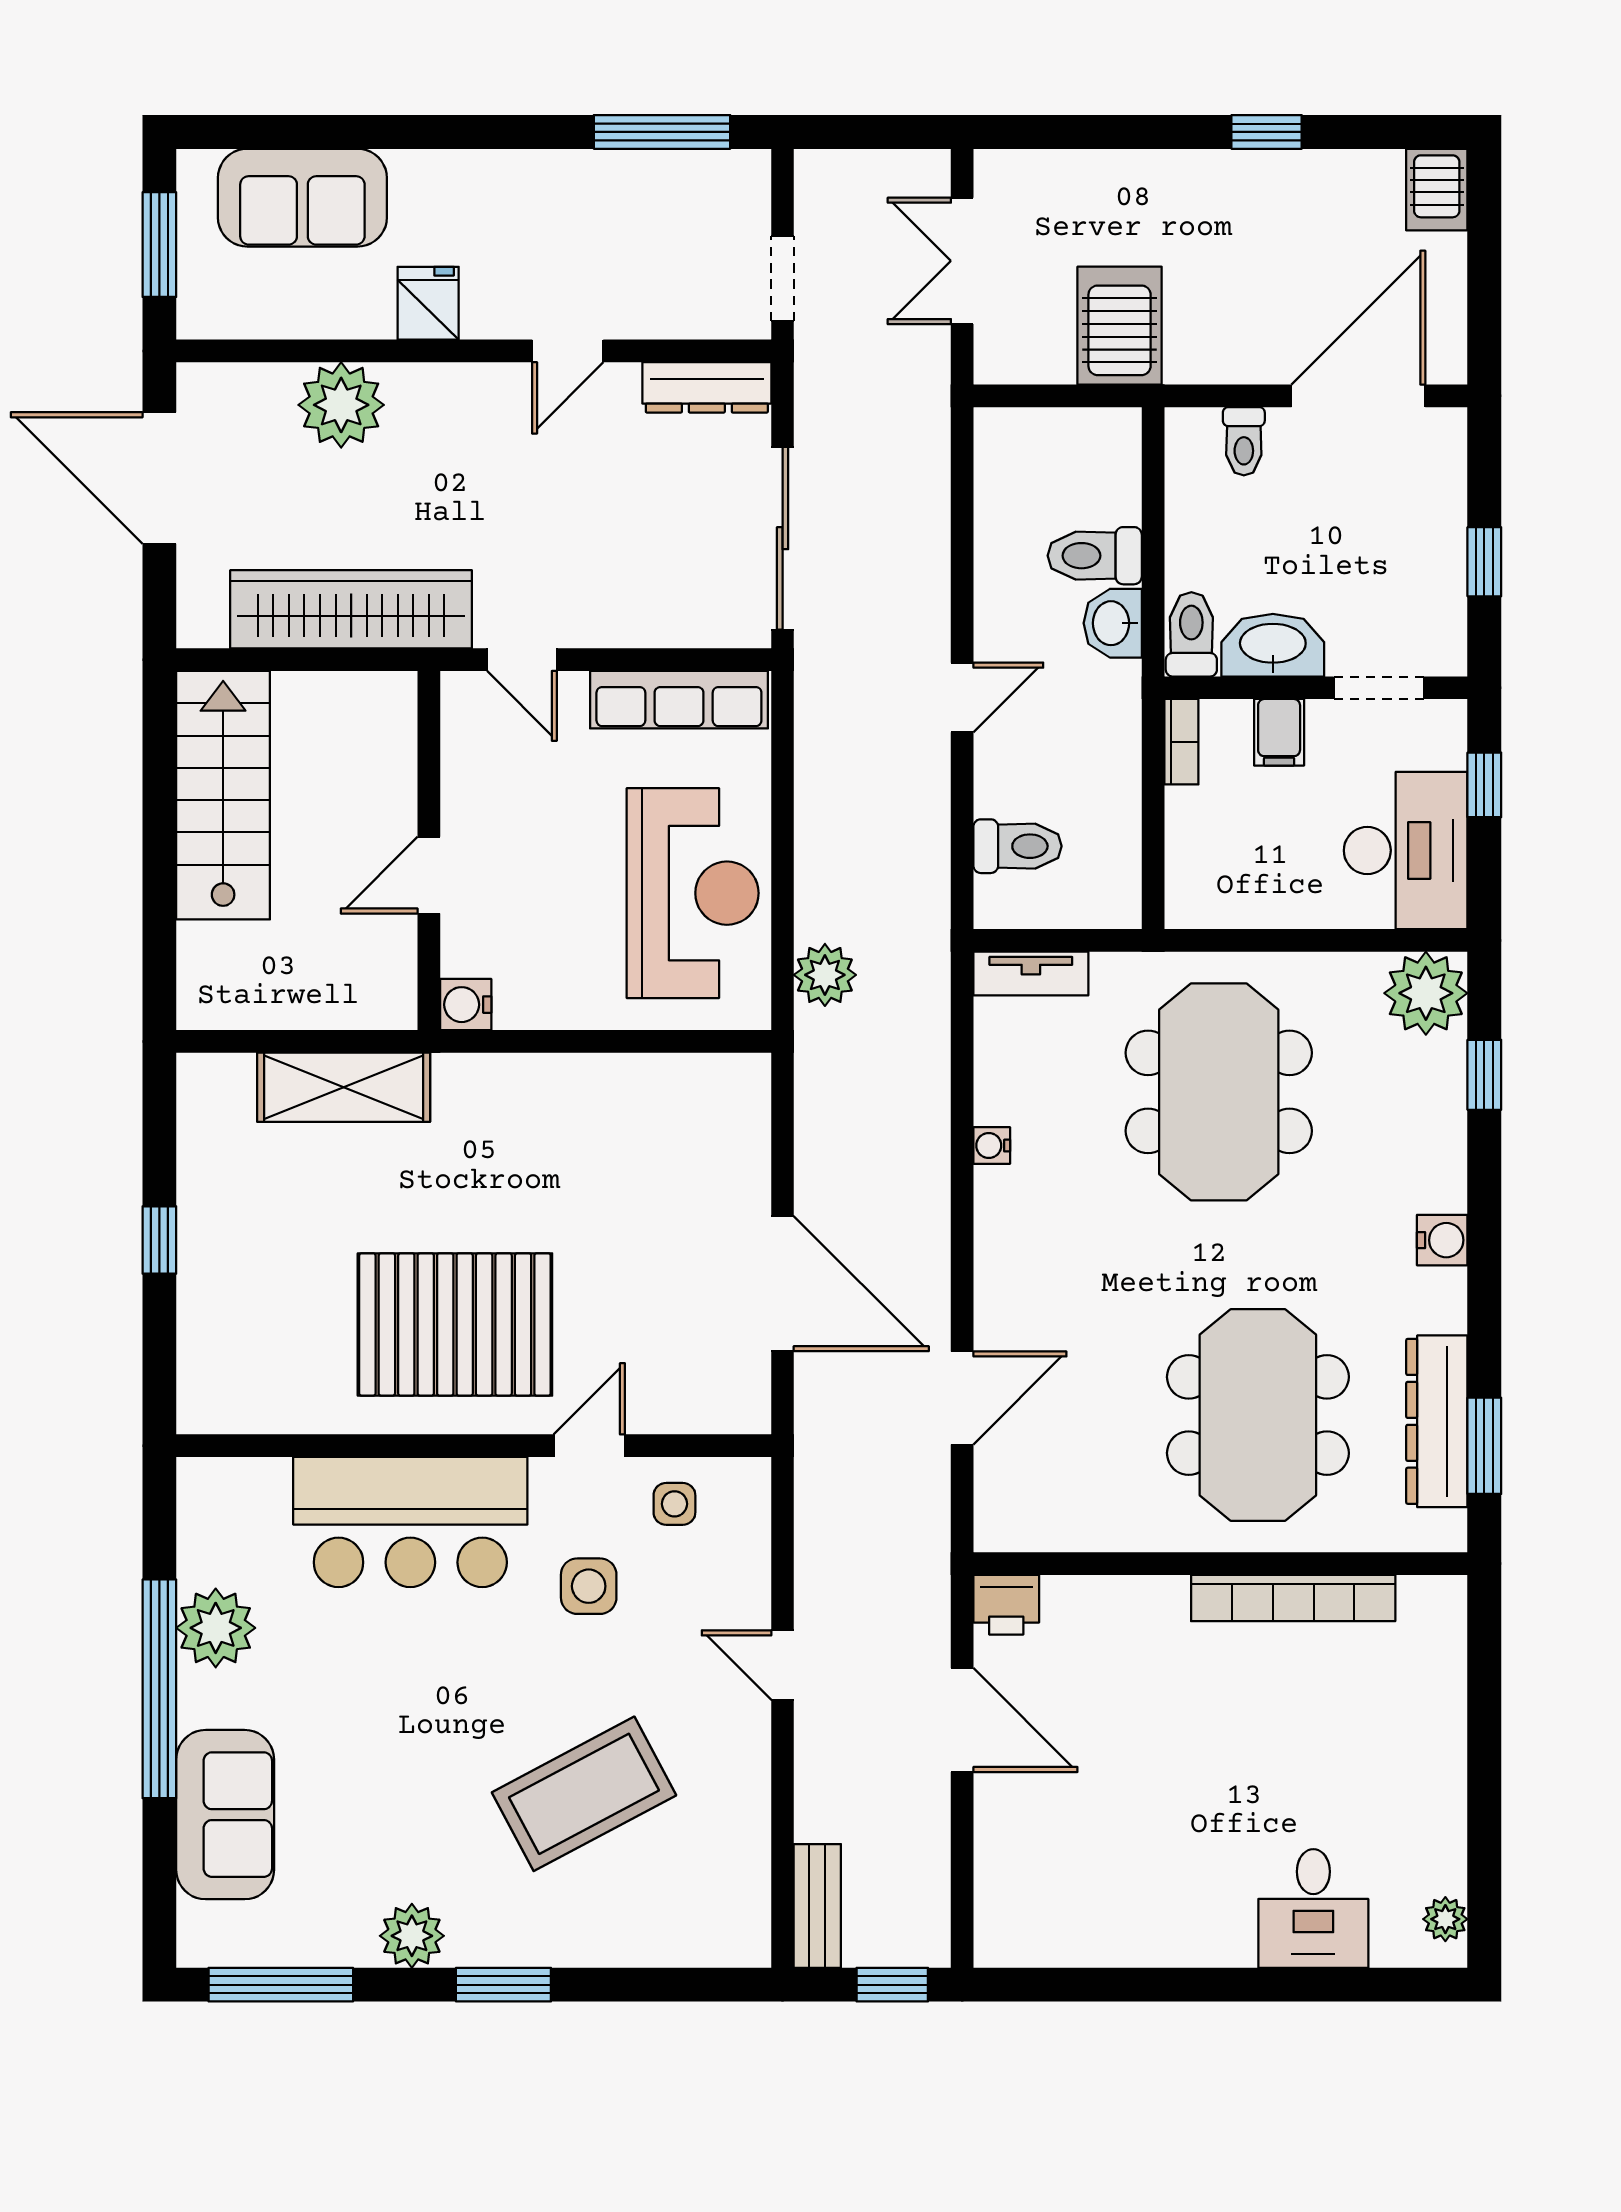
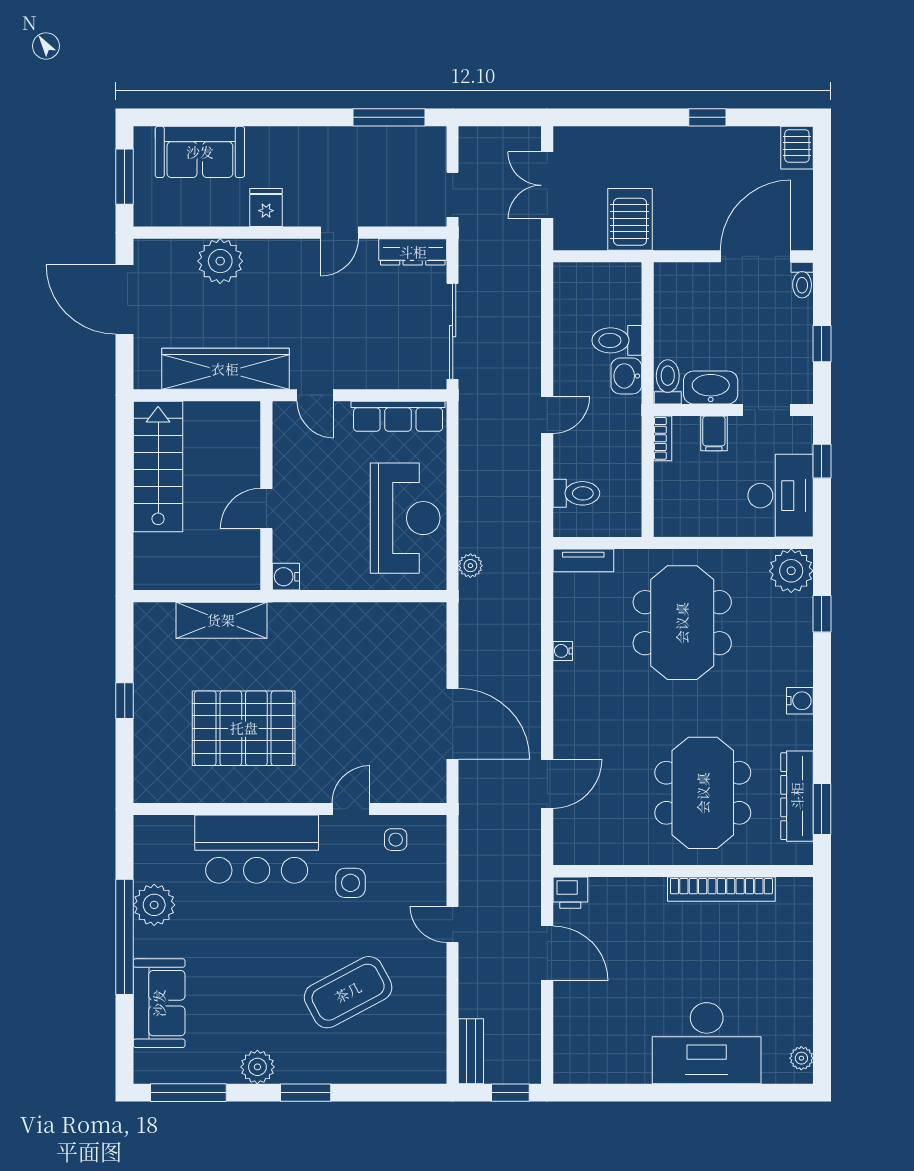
toilet: (1244, 441) -> (802, 280), moved
plant: (825, 975) -> (470, 566), width x0.73, depth x0.73
pallet: (455, 1324) -> (244, 728), moved
desk: (1313, 1908) -> (707, 1043), width x1.87, depth x1.30

